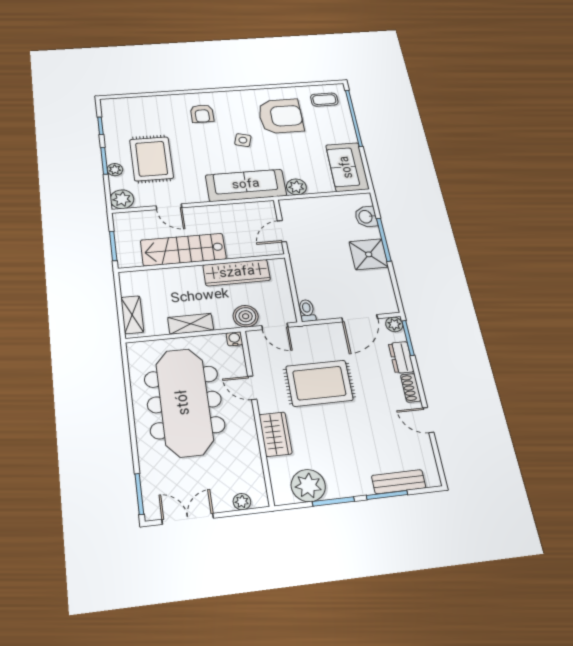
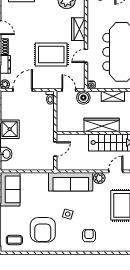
armchair: (281, 116) -> (43, 230), turned -90
plant: (296, 187) -> (99, 178), moved
door: (169, 207) -> (116, 171), hinge flipped
wardrobe: (237, 273) -> (102, 125), moved
door: (252, 388) -> (86, 56), swing flipped

